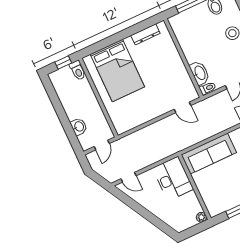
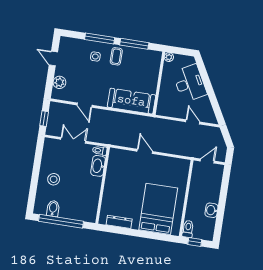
door: (183, 107) -> (145, 151), moved
washbasin: (79, 127) -> (211, 210), moved
door: (129, 177) -> (193, 122), moved
desk: (173, 179) -> (190, 83), moved, turned 151

